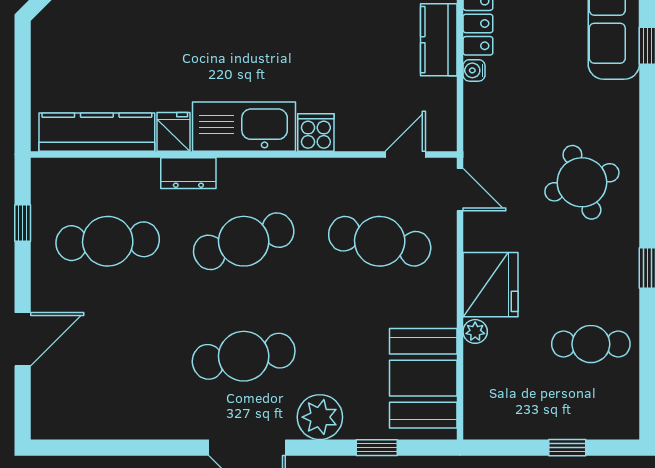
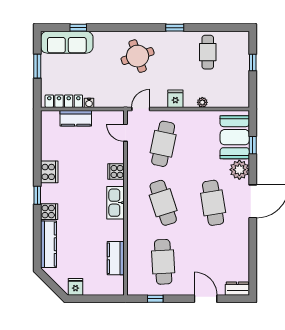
kitchen sink: (244, 127) -> (116, 203), width x0.73, depth x0.81
kitchen counter: (97, 132) -> (116, 258), width x0.67
fridge: (174, 132) -> (75, 287), moved, turned 90
dresser: (188, 173) -> (237, 289), moved, turned -90
fridge: (491, 285) -> (175, 99), width x0.53, depth x0.75
booth: (423, 378) -> (235, 137), moved, turned 90

